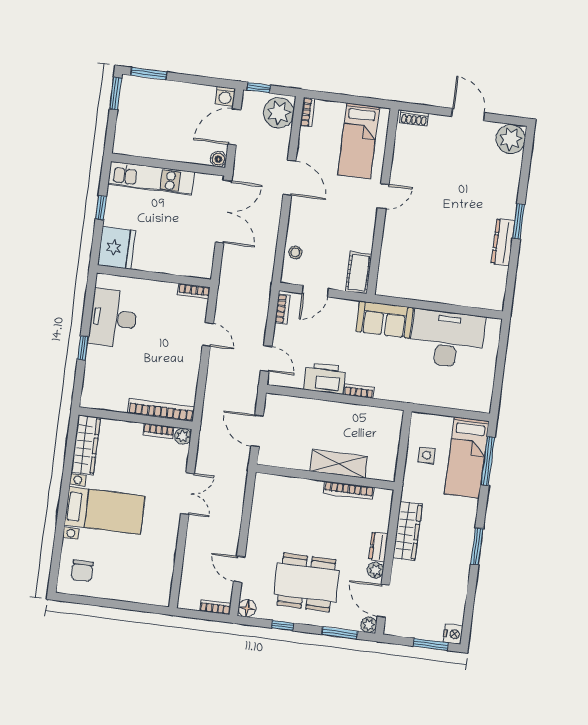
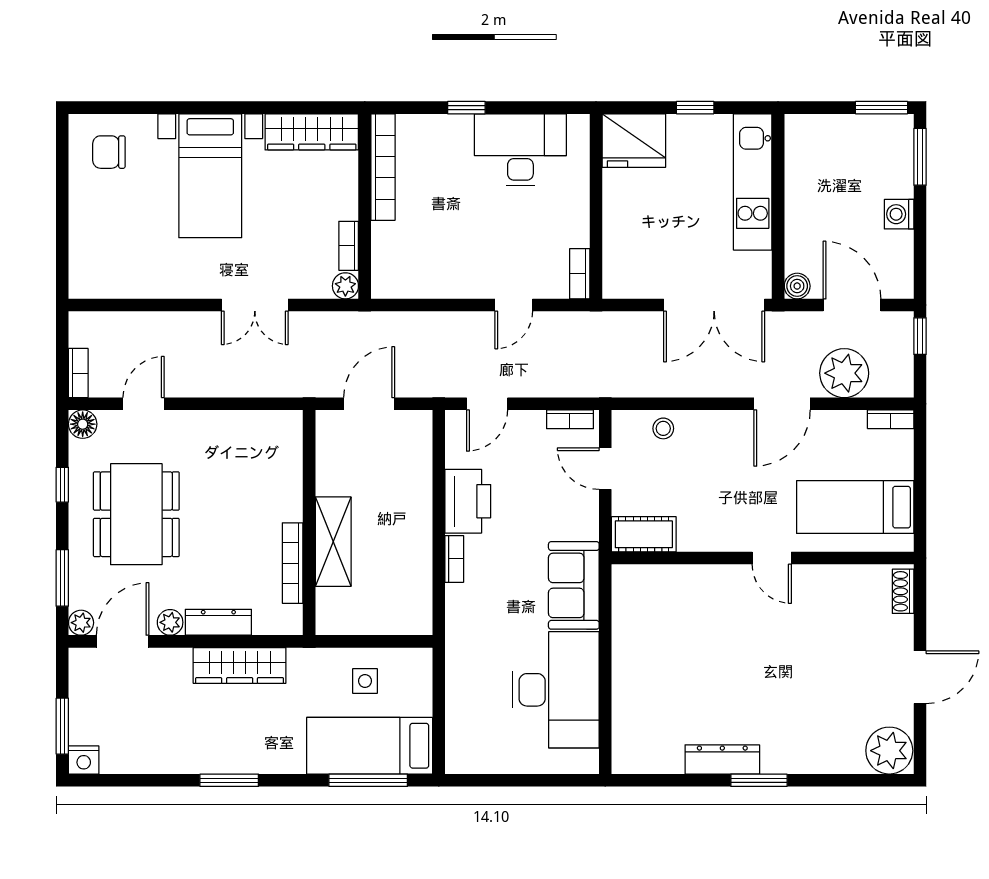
washing machine: (225, 96) -> (899, 214), moved
plant: (279, 113) -> (844, 373), moved
bookcase: (161, 410) -> (383, 167), moved
dresser: (378, 547) -> (218, 622), width x1.44

